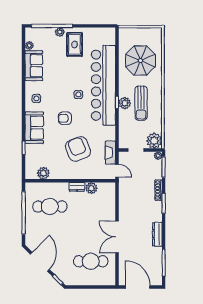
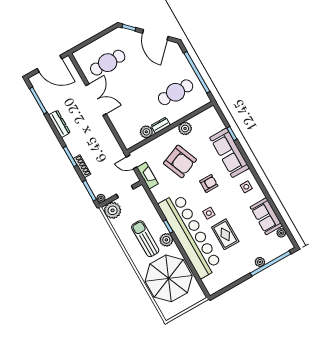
rug: (75, 44) -> (225, 234), moved
parasol: (140, 61) -> (169, 278), width x1.36, depth x1.36
plant: (125, 103) -> (166, 240), moved
sofa: (34, 128) -> (229, 153), width x1.36
plant: (43, 173) -> (185, 128), moved

